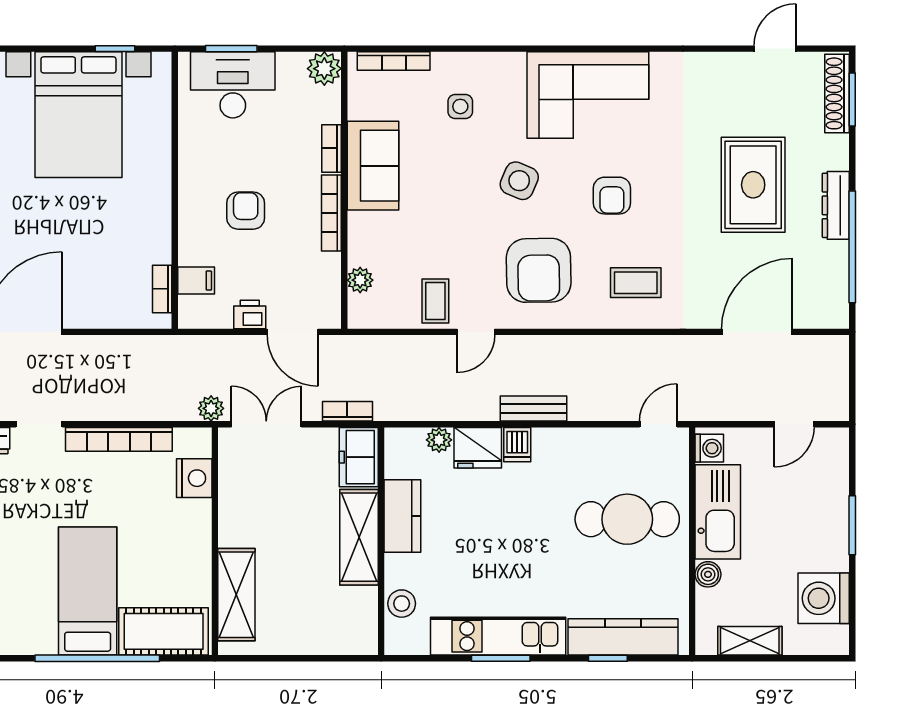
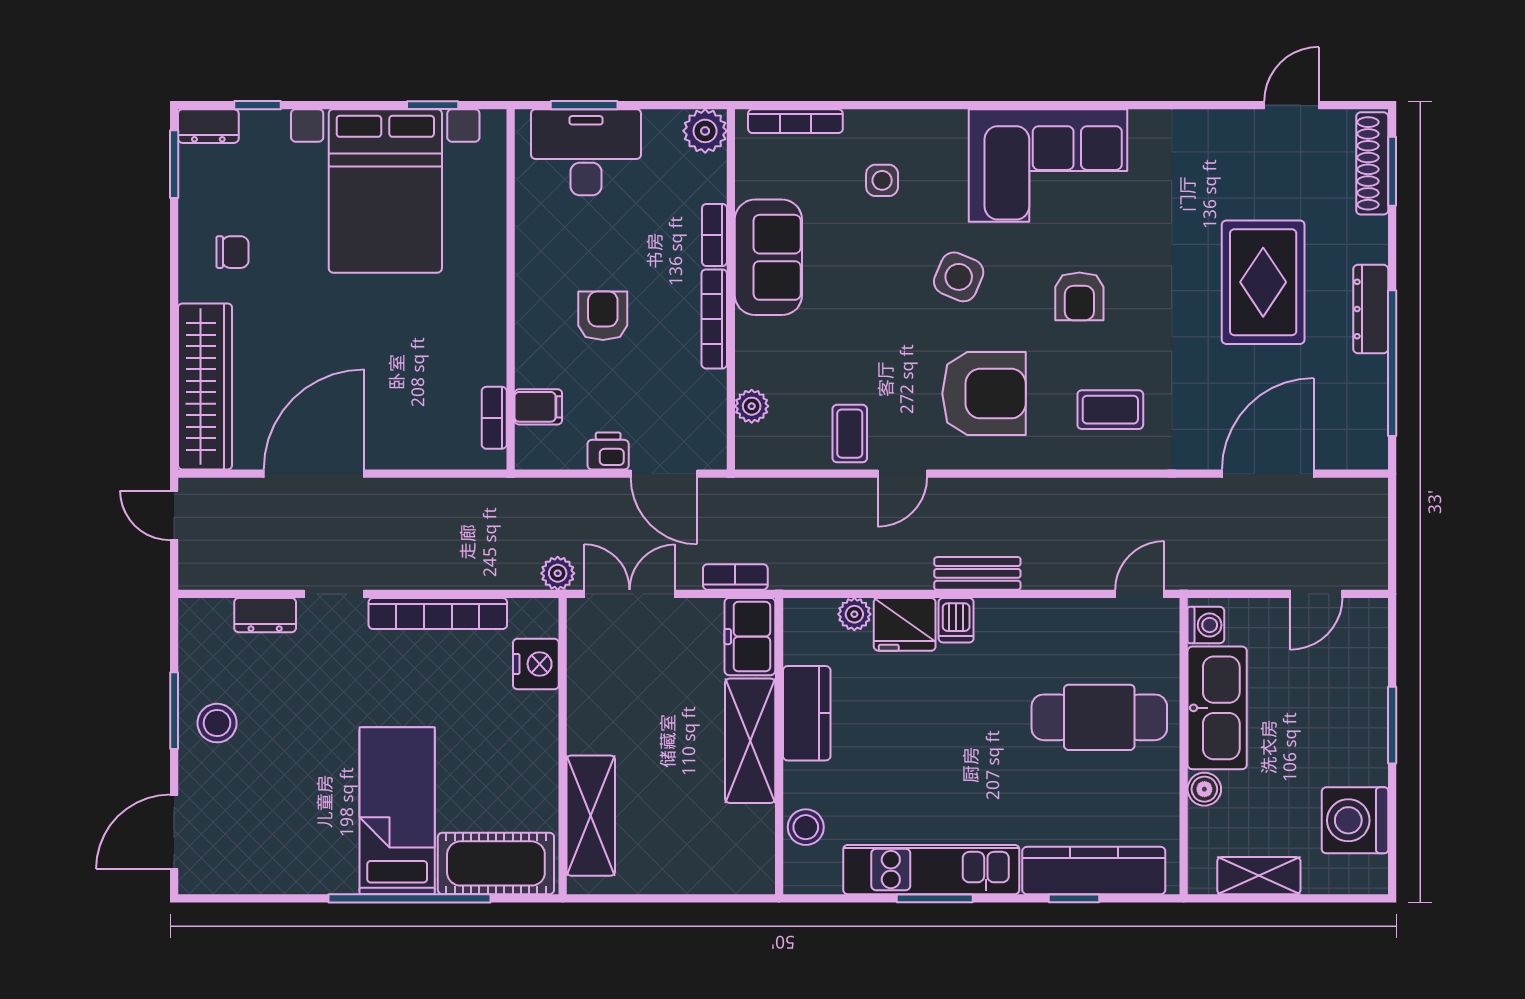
armchair: (539, 270) -> (984, 394), turned -89

